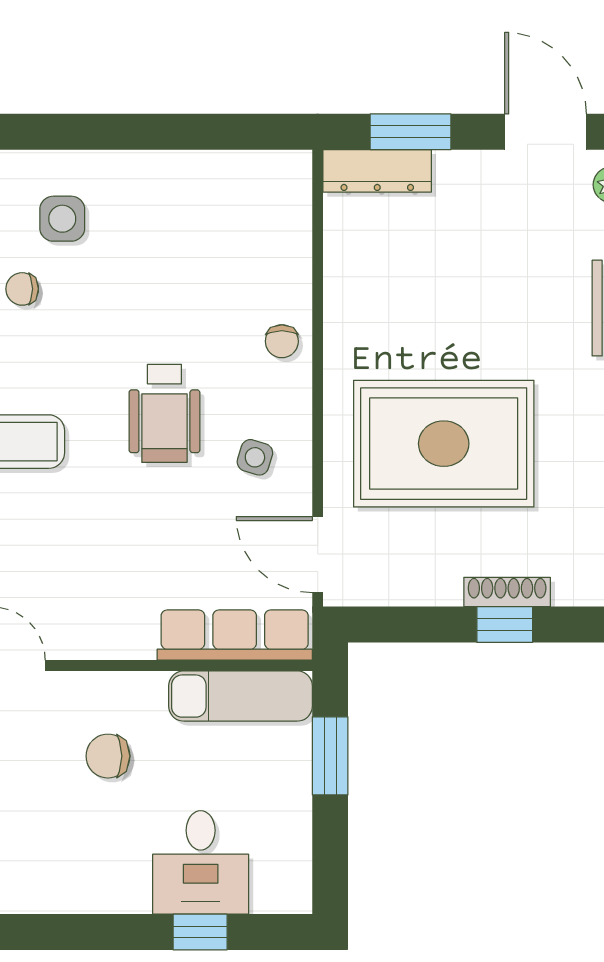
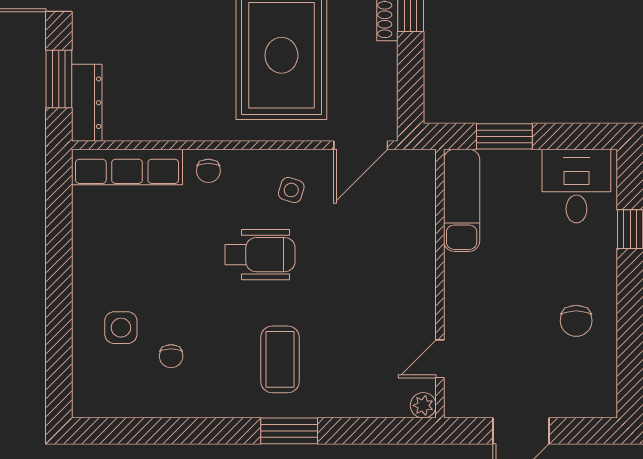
chair: (282, 341) -> (208, 171), turned 90
row of seats: (235, 635) -> (127, 167), moved, turned -90
chair: (108, 756) -> (576, 321), moved
desk: (201, 862) -> (576, 186), moved, turned -90

